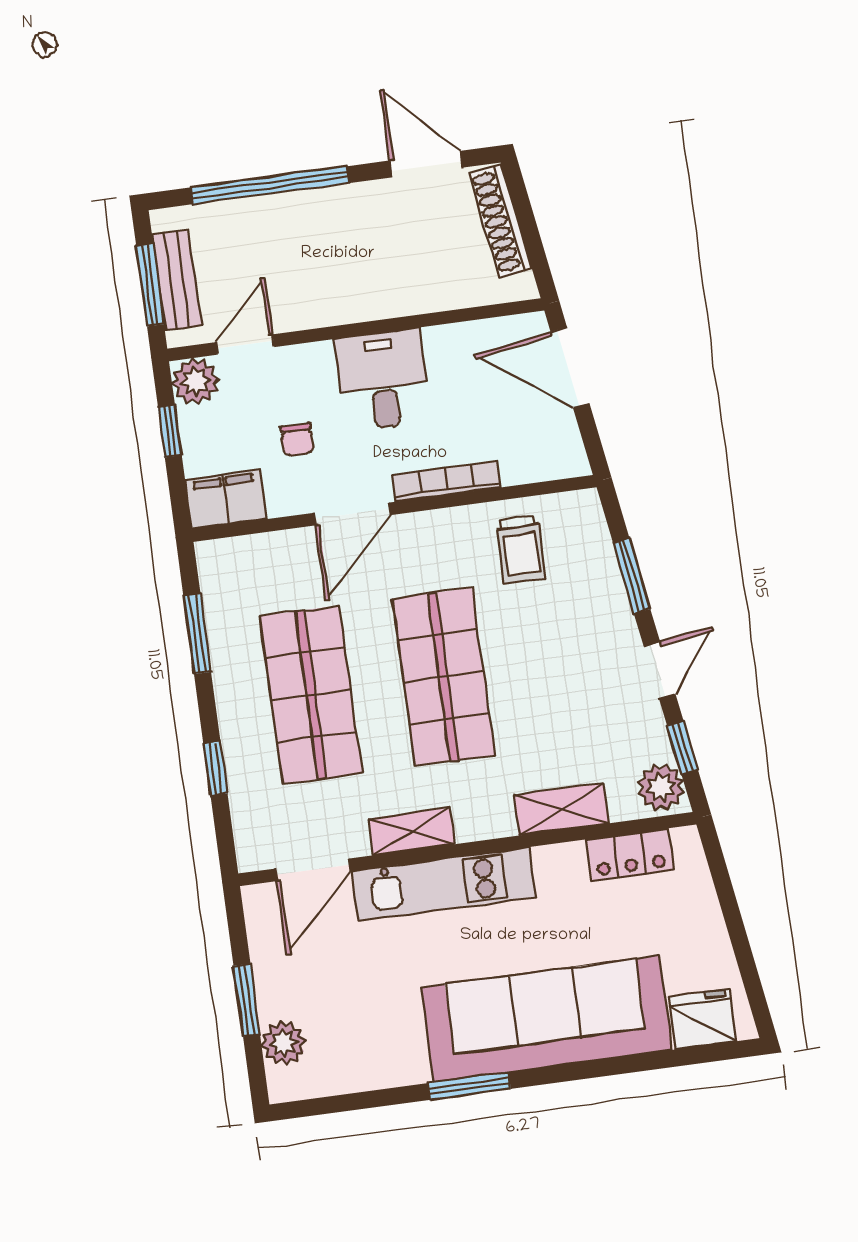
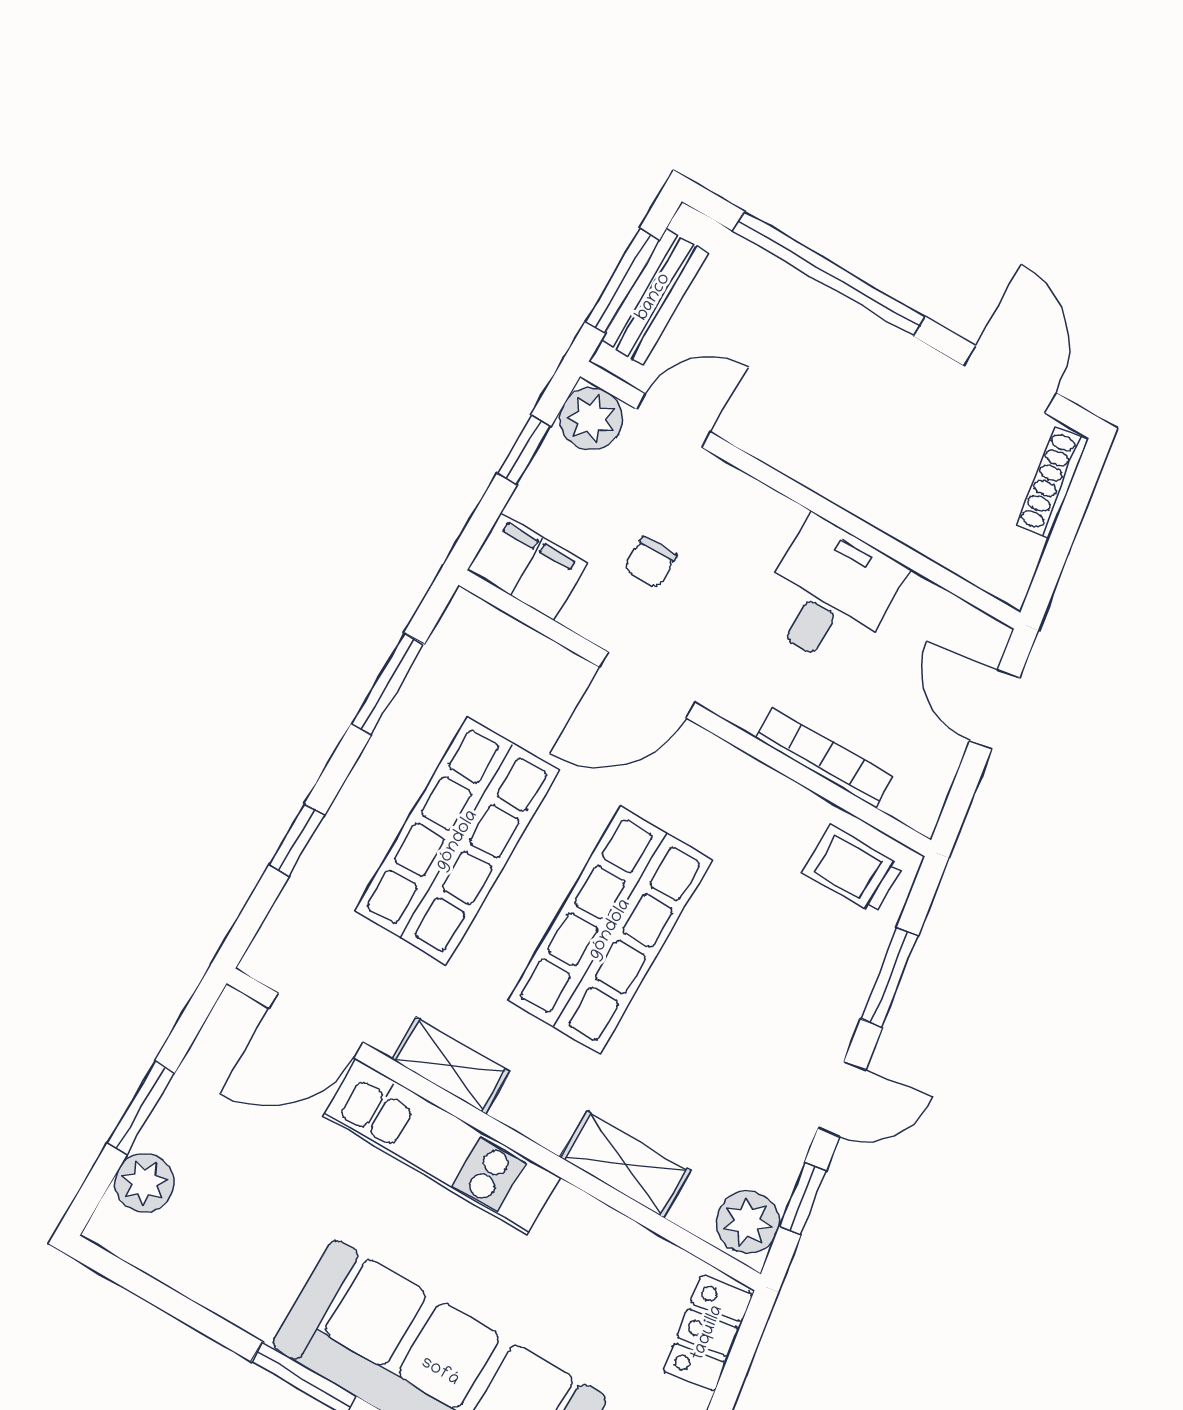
shoe rack: (500, 221) -> (1052, 482), width x0.74, depth x0.81
door: (570, 368) -> (995, 709), width x0.73
desk: (383, 380) -> (830, 593), moved
bookcase: (447, 481) -> (824, 757), moved
trolley: (521, 549) -> (853, 870), moved, turned 90
locker: (630, 855) -> (708, 1333), moved, turned 81

